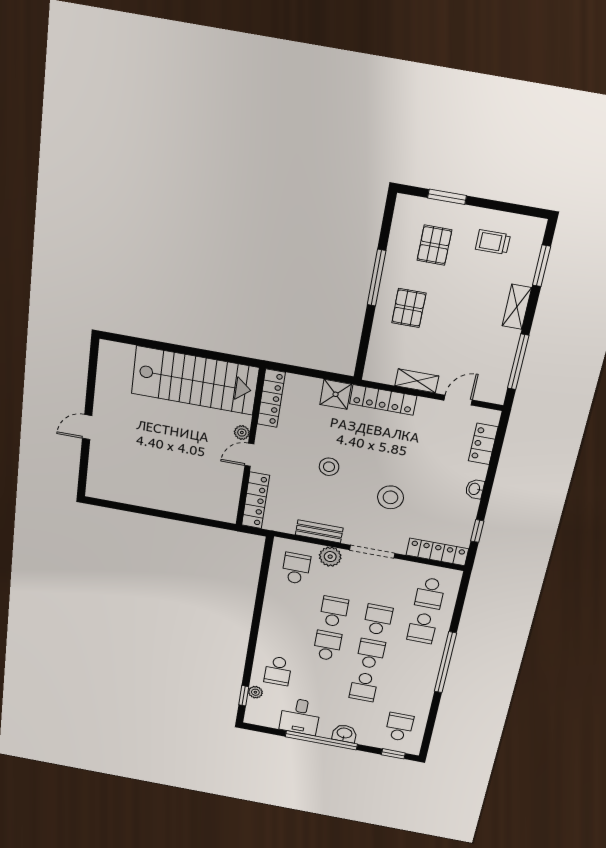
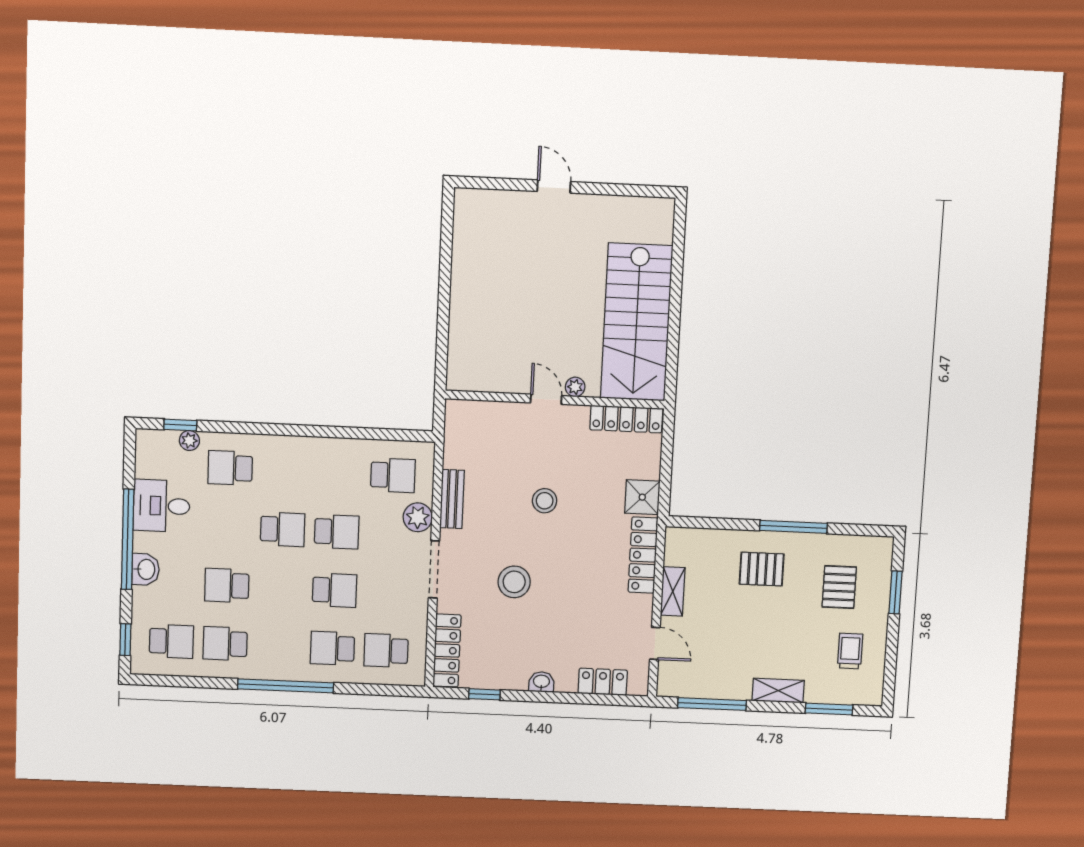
pallet: (434, 245) -> (839, 587), turned 90
locker: (256, 500) -> (483, 413), removed
school desk: (371, 654) -> (225, 644), moved, turned 180

